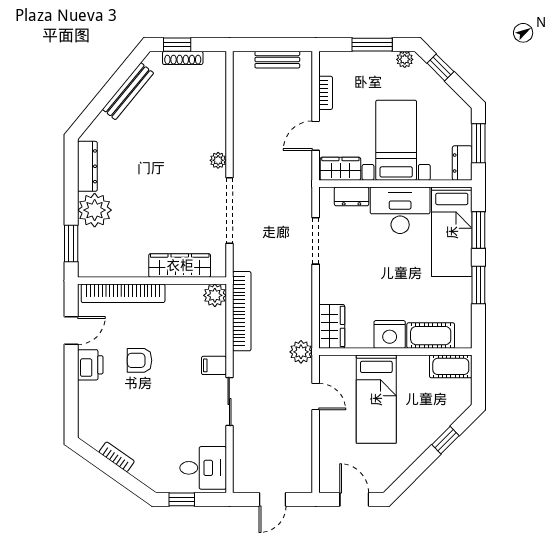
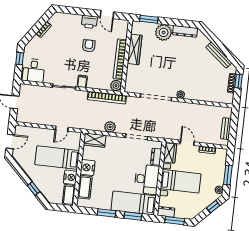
wardrobe: (180, 265) -> (135, 49), moved
bookcase: (123, 293) -> (120, 59), moved
plant: (301, 352) -> (110, 127), moved
nightstand: (414, 368) -> (70, 177), added

